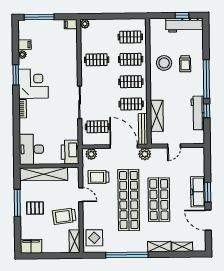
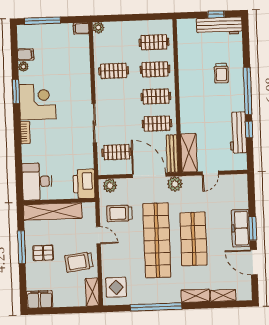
stool: (164, 63) -> (196, 73), removed
shelving: (157, 116) -> (189, 153), moved

